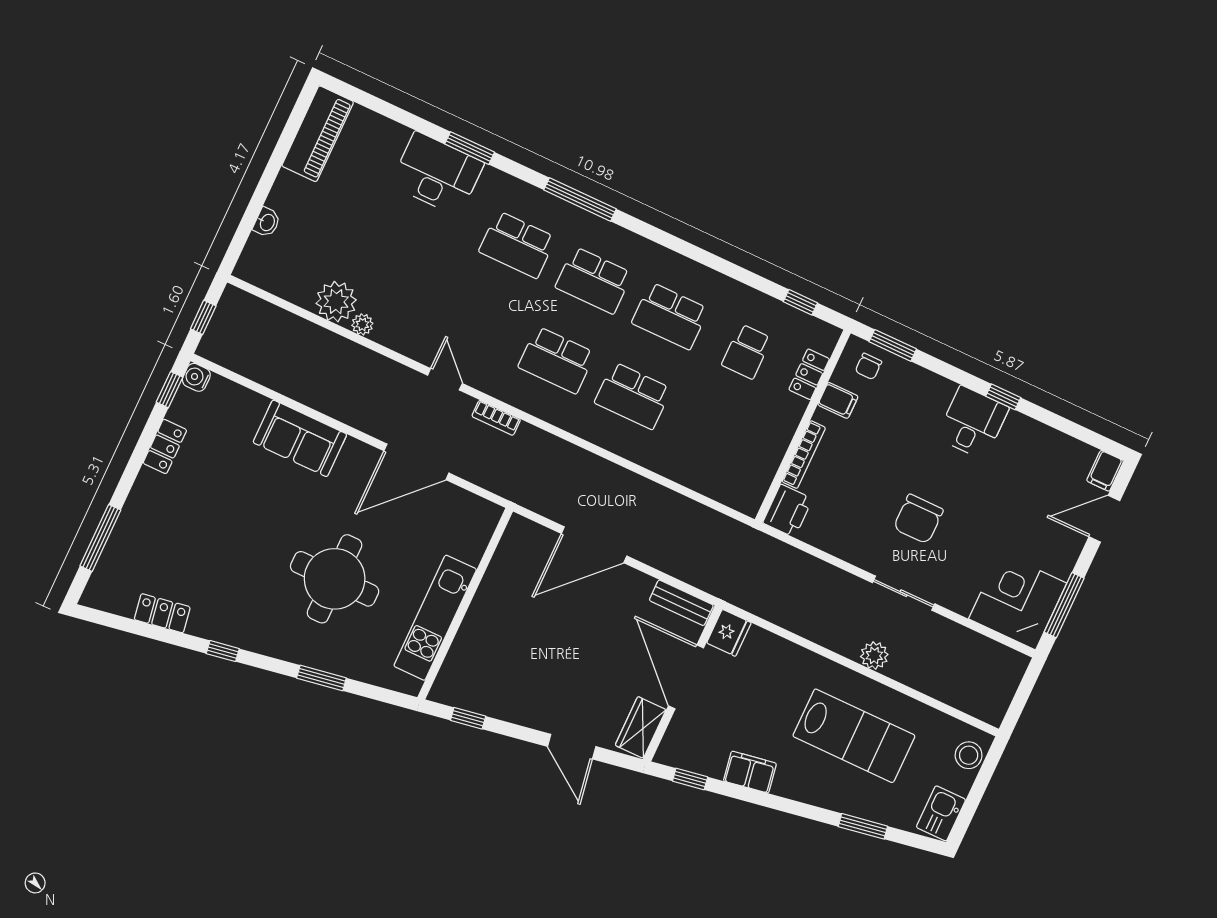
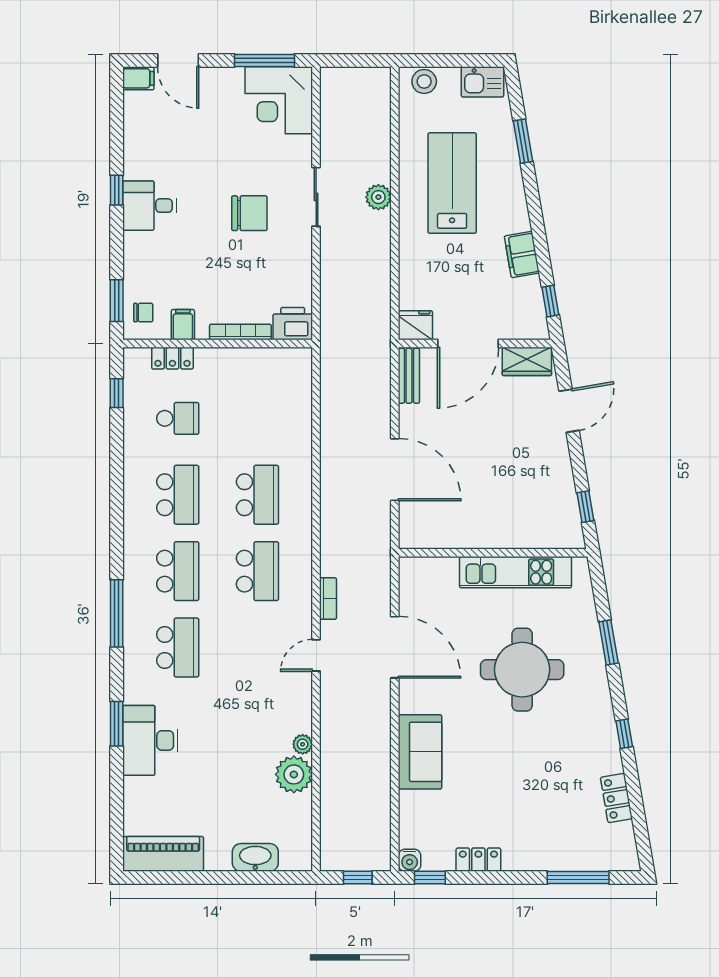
washbasin: (267, 222) -> (255, 857), width x1.91, depth x1.45

